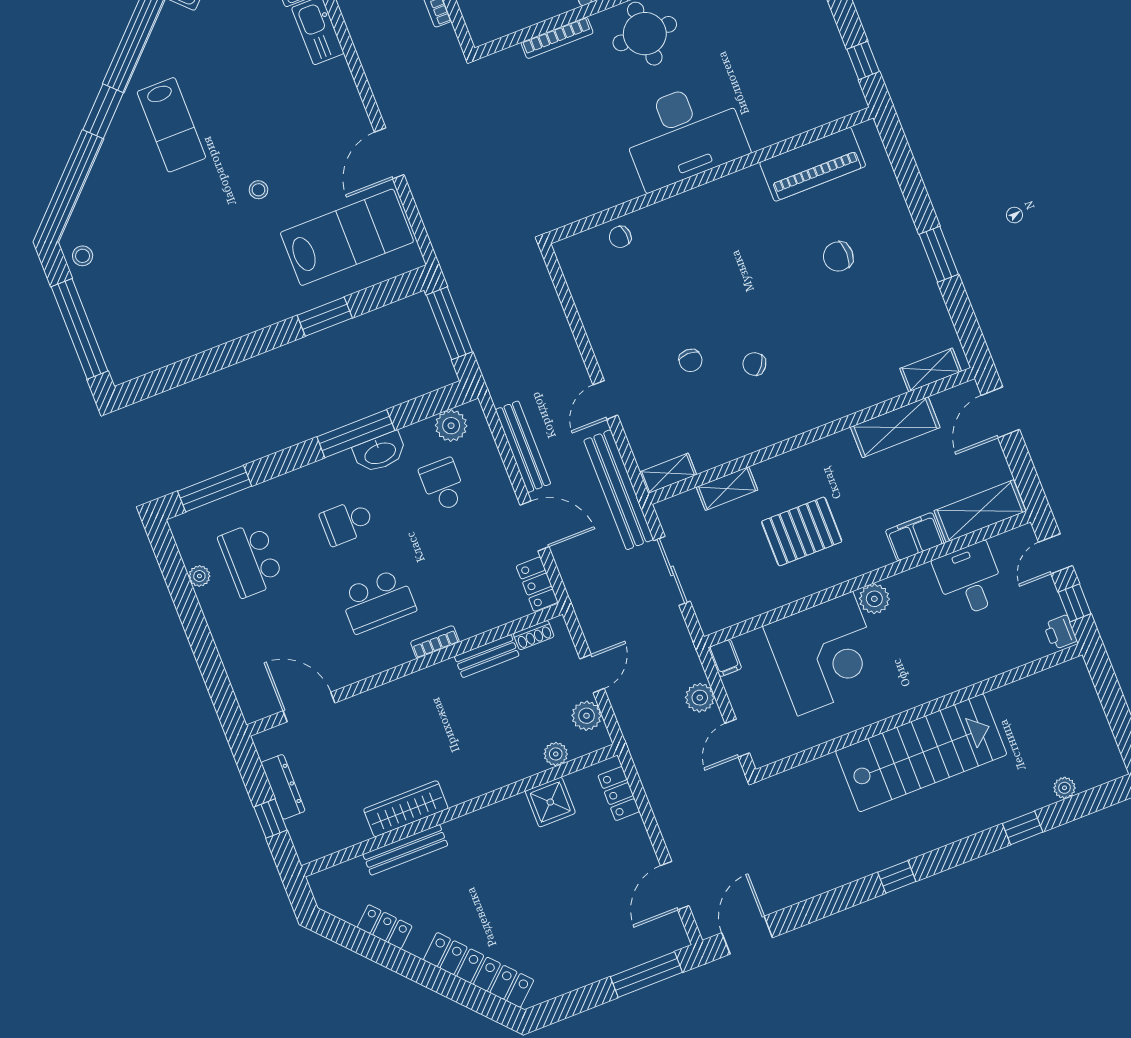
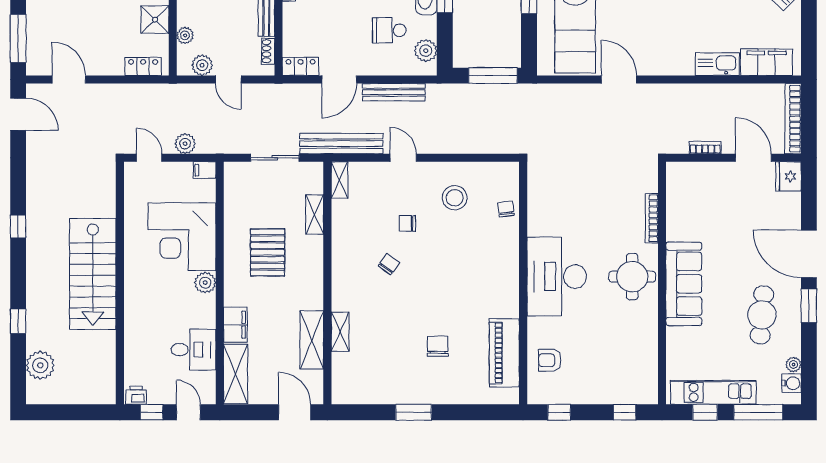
armchair: (799, 100) -> (550, 360), added
stool: (632, 311) -> (455, 198), added
shelving: (931, 370) -> (340, 332), moved
school desk: (443, 485) -> (389, 30), turned 180
plant: (1064, 788) -> (40, 365), width x1.88, depth x1.88

